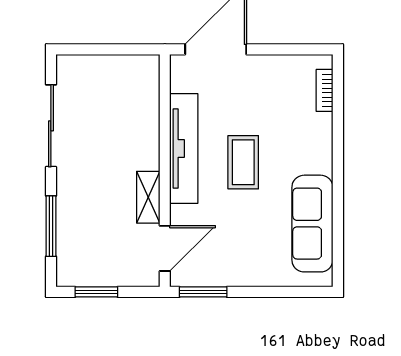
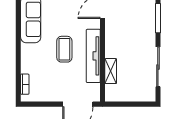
shelving: (148, 197) -> (111, 71), moved

